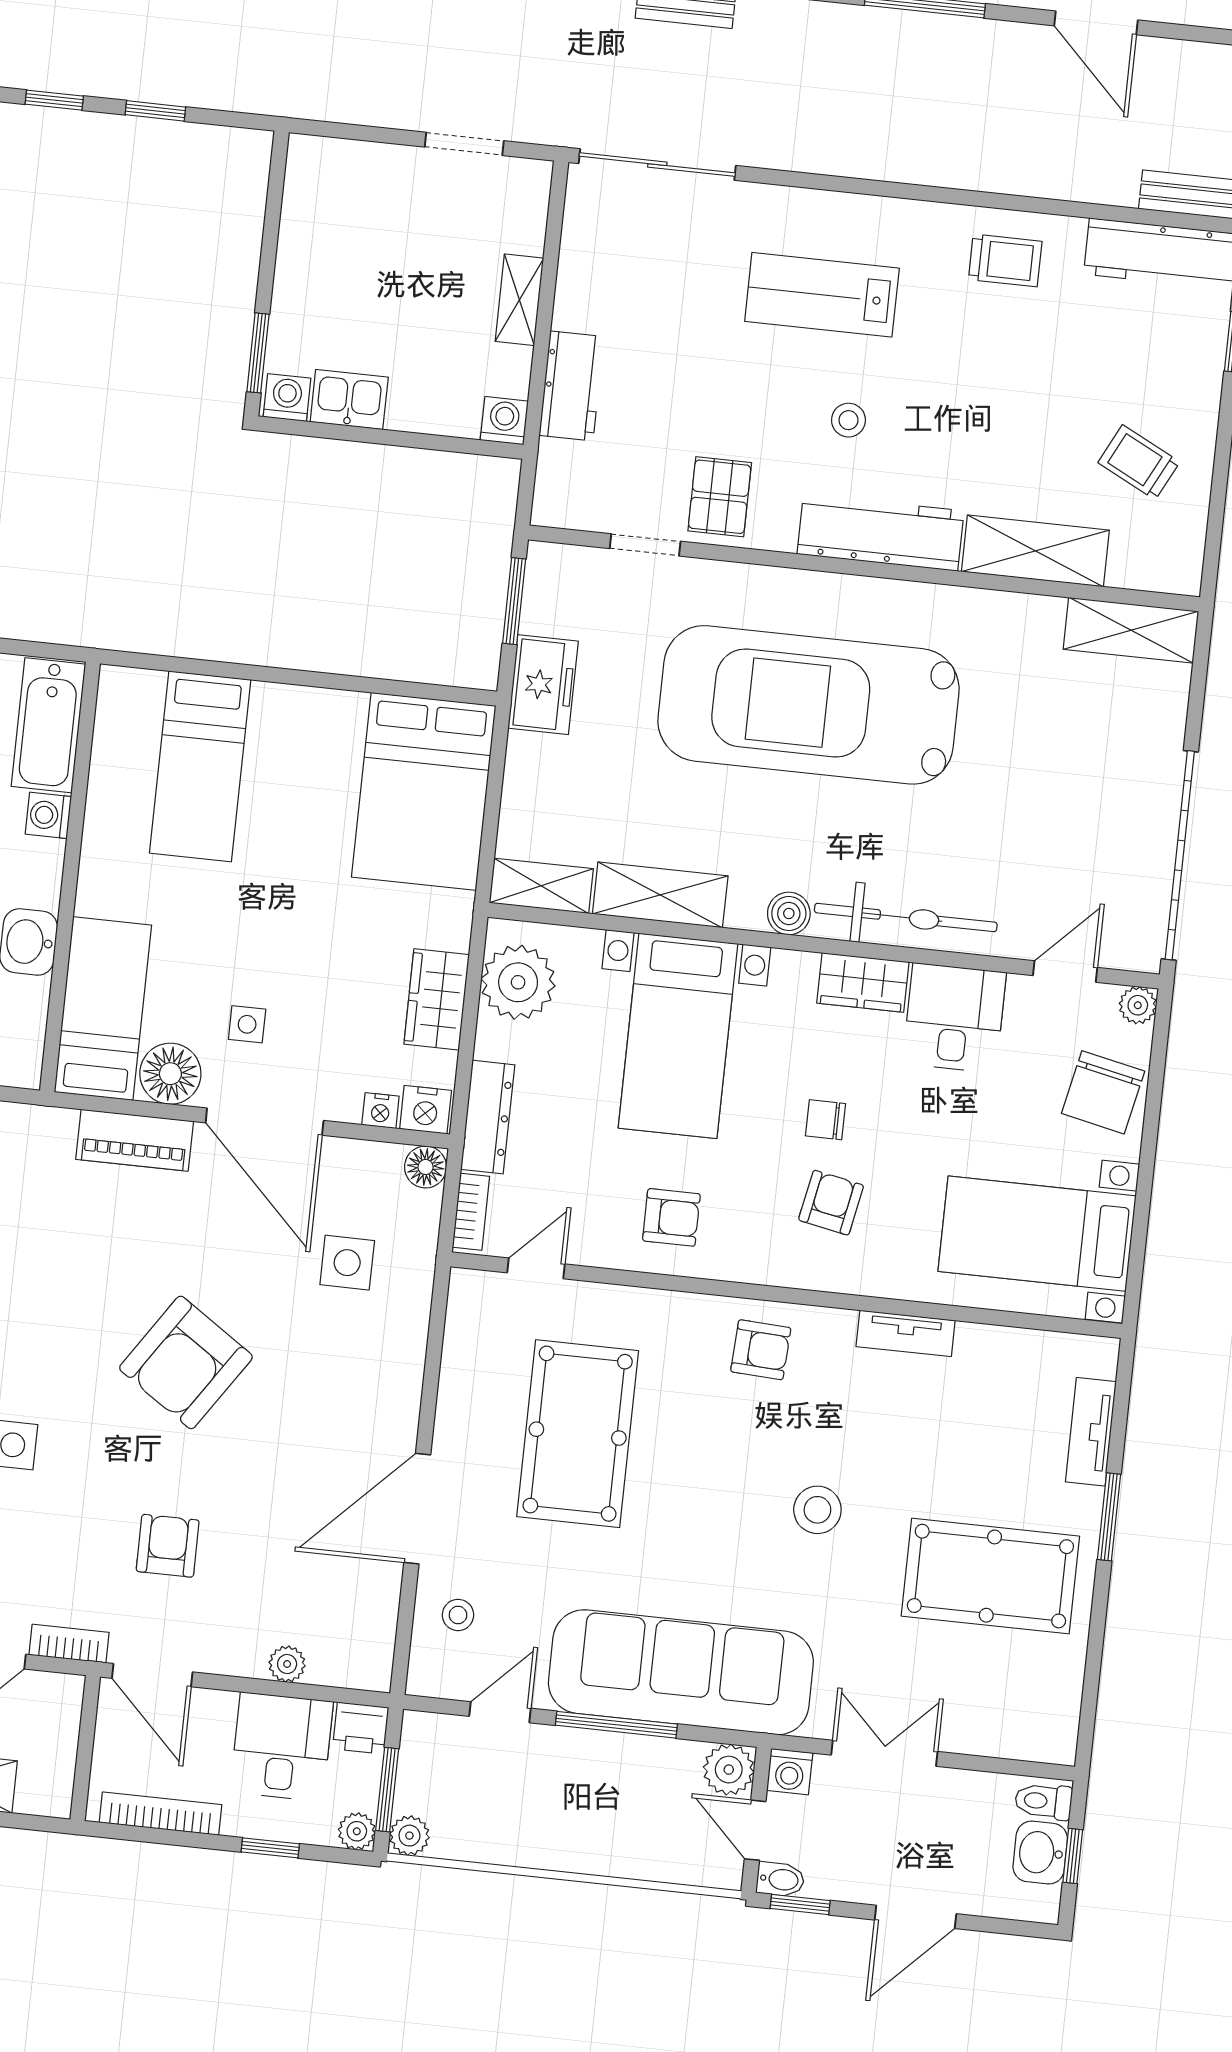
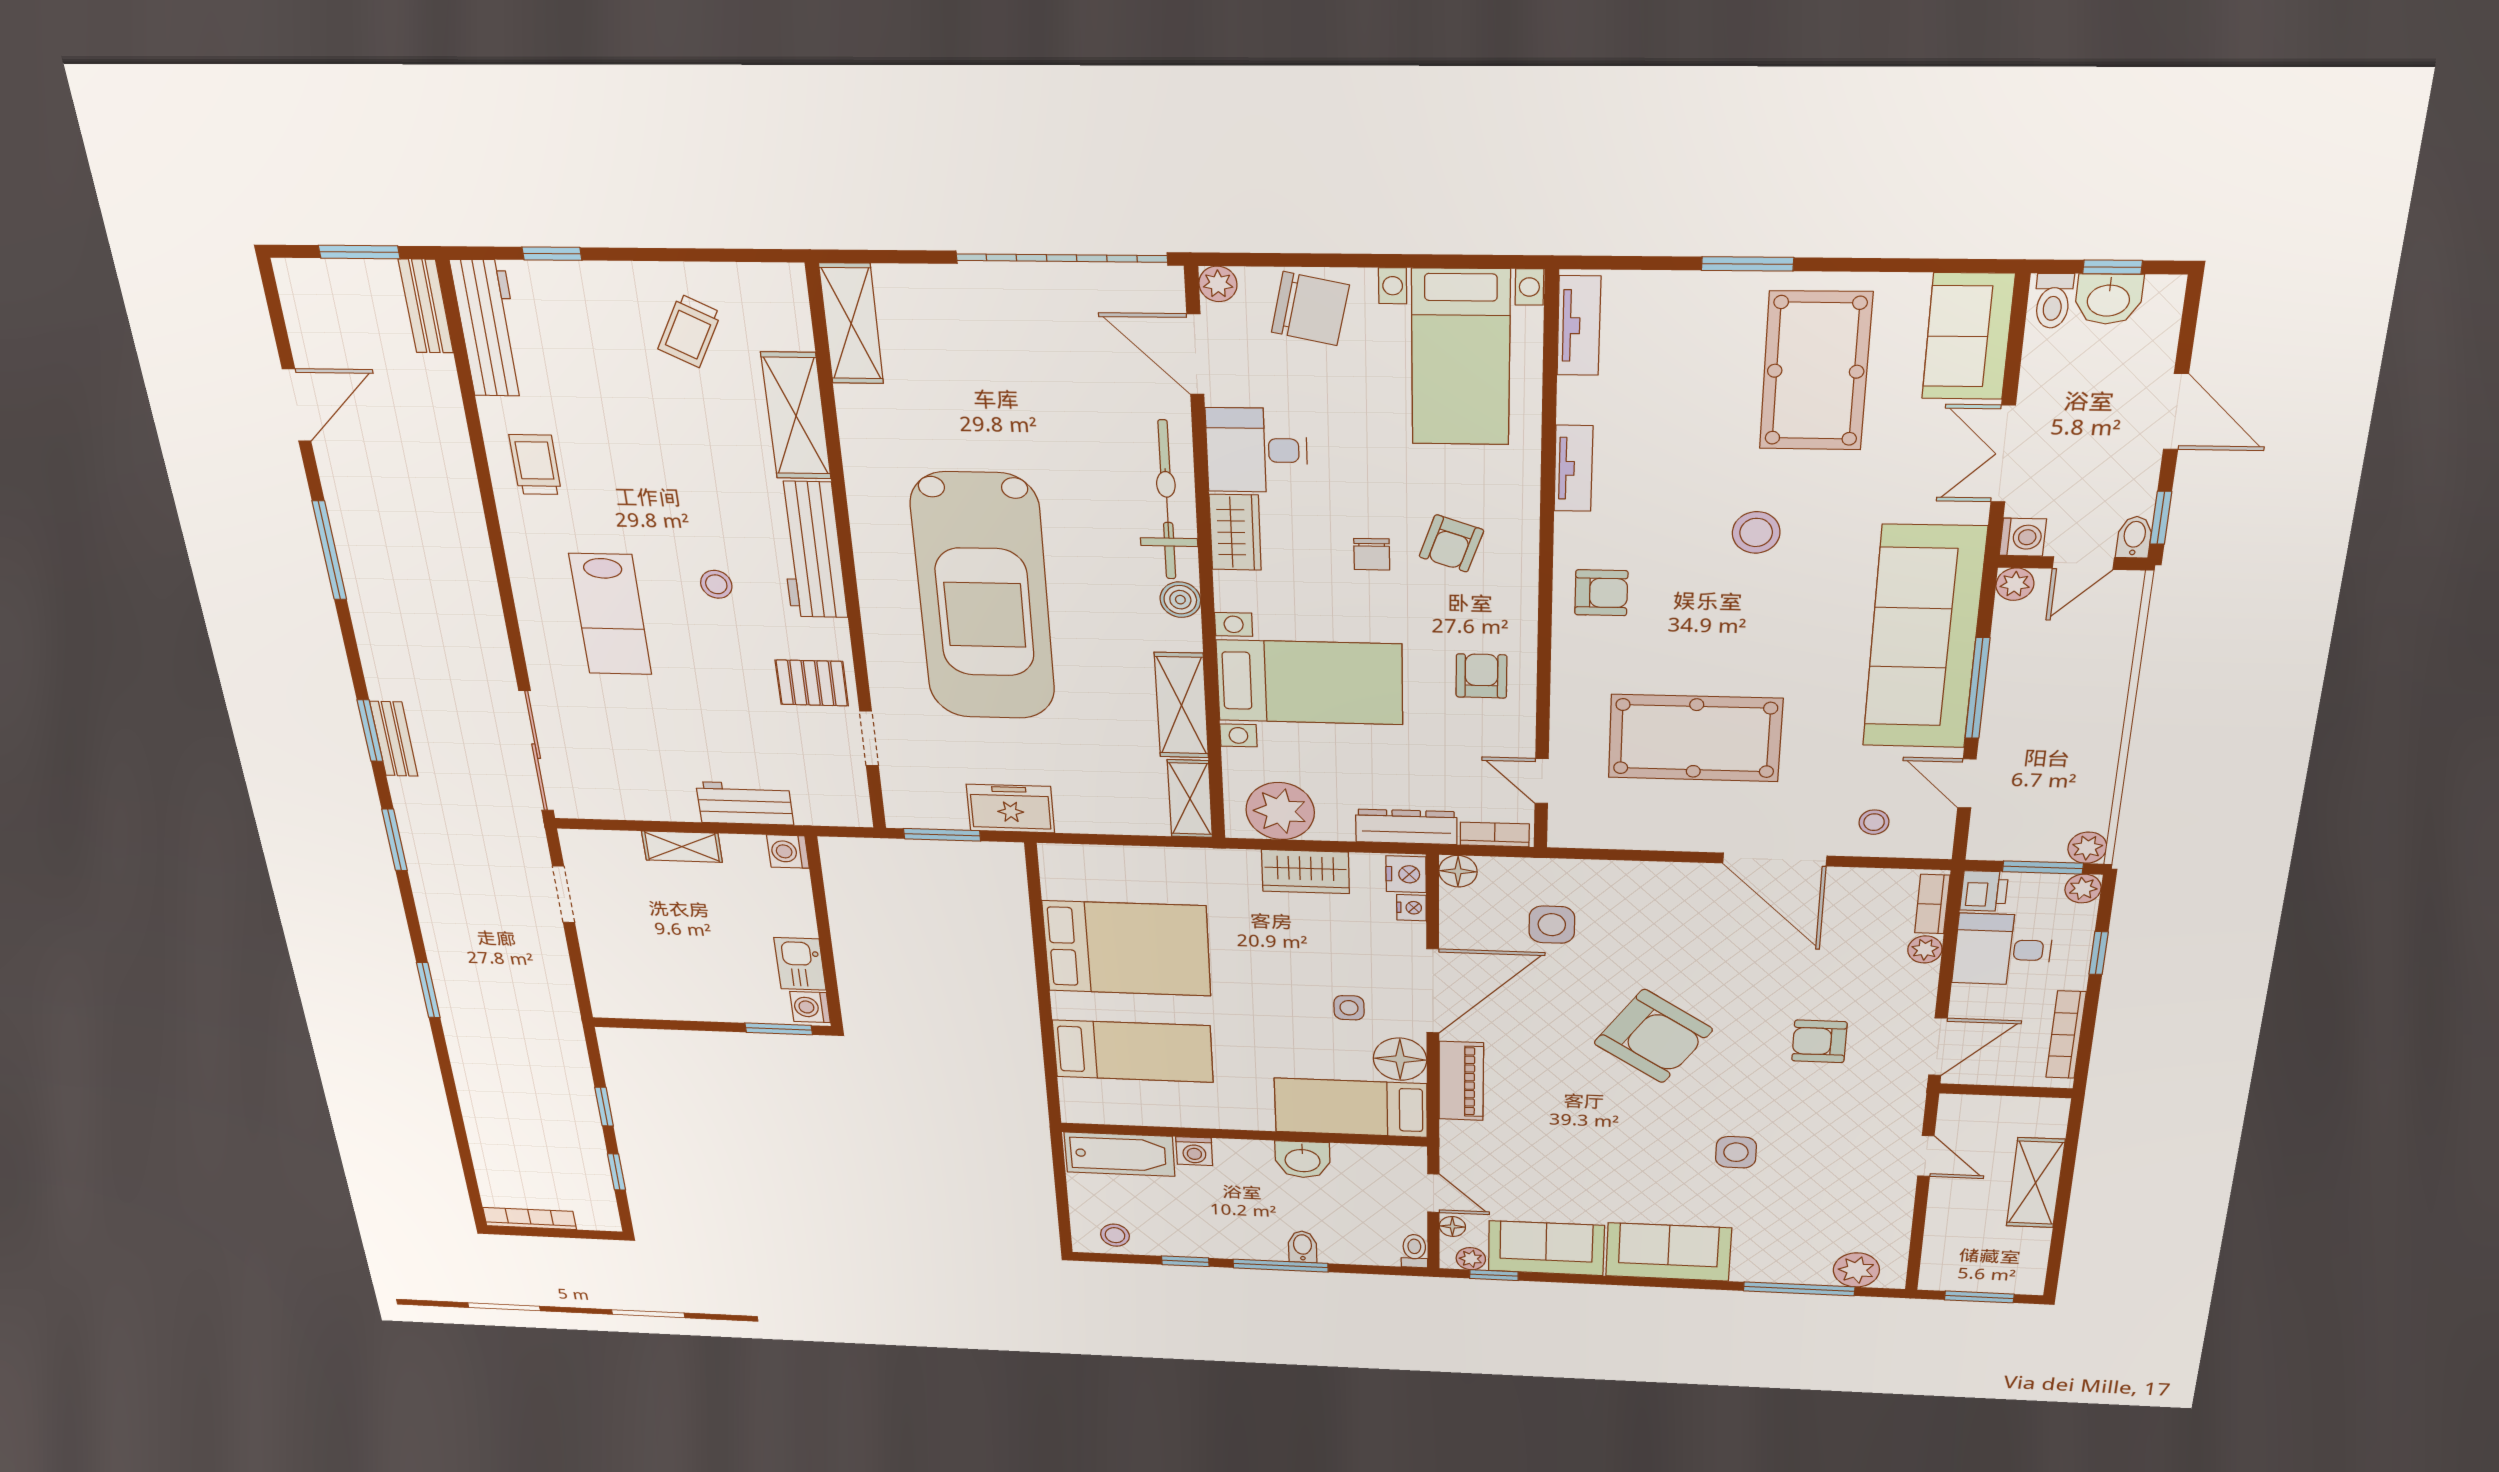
bed: (424, 791) -> (1127, 948), moved
door: (1065, 972) -> (1195, 354), width x1.38
armchair: (831, 1203) -> (1451, 543), turned -82
armchair: (761, 1350) -> (1601, 593), turned 87
tv unit: (1091, 1432) -> (1579, 326), moved, turned -90
bookcase: (69, 1644) -> (1932, 904), moved
sofa: (1014, 1722) -> (1968, 336), added
plant: (729, 1770) -> (2015, 584), width x0.73, depth x0.73

